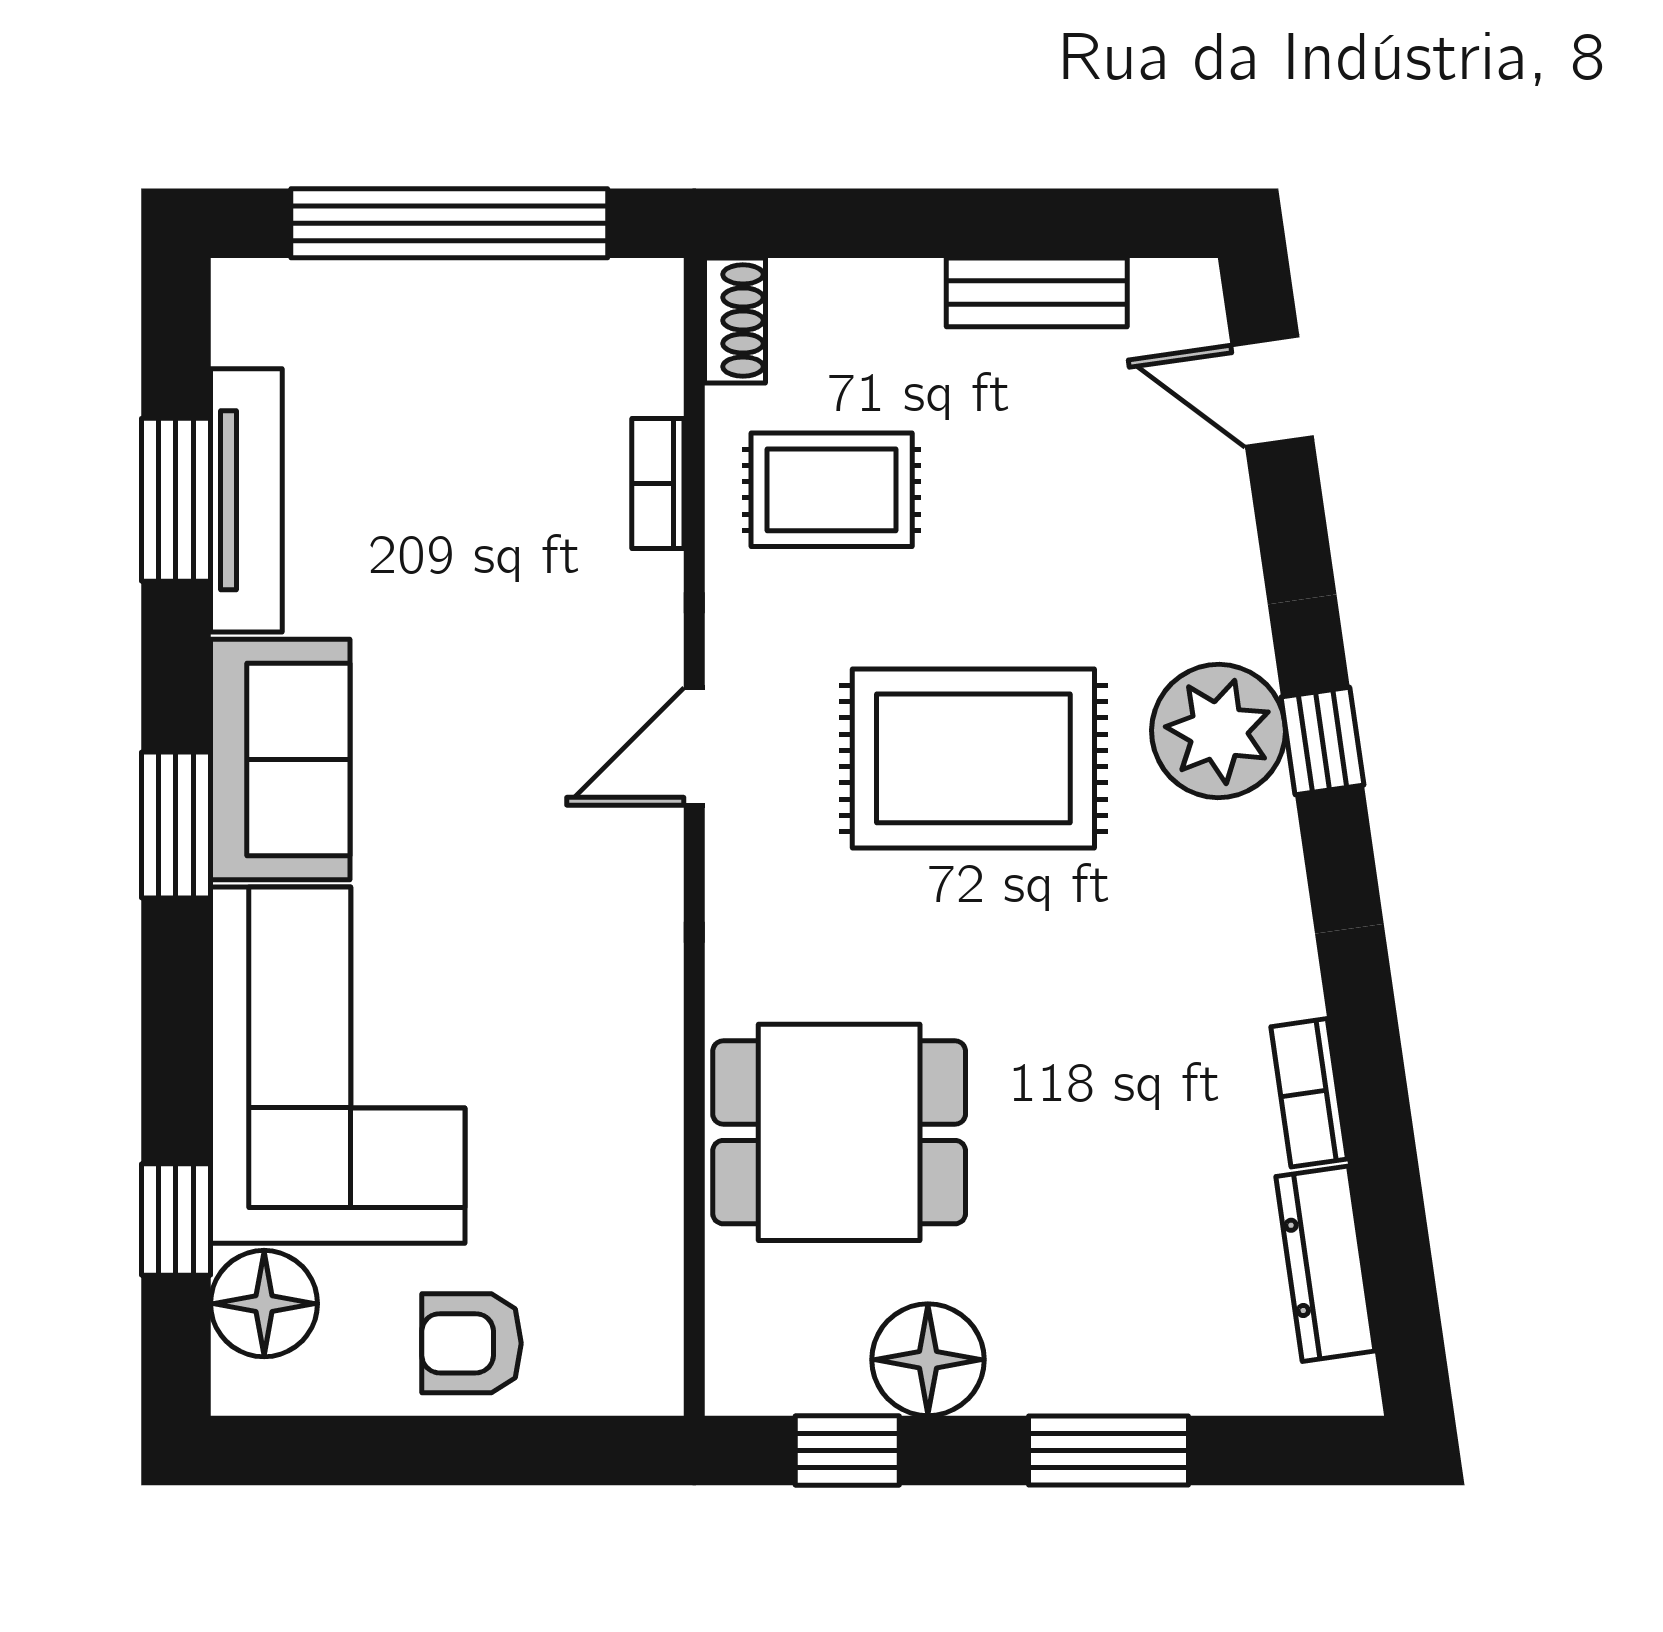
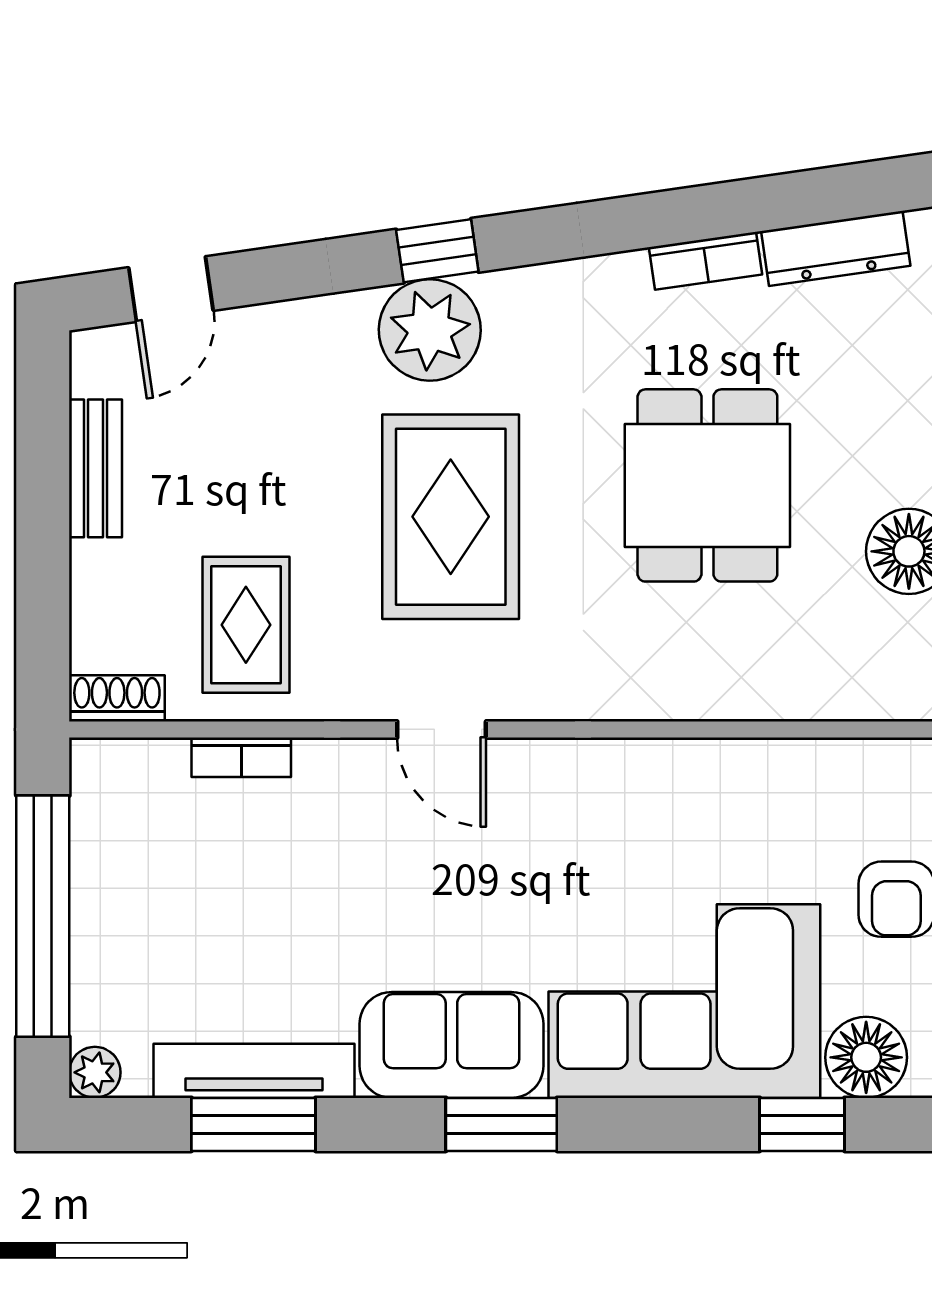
plant: (244, 291) -> (95, 1072), added
dining table: (839, 1132) -> (707, 485), moved

